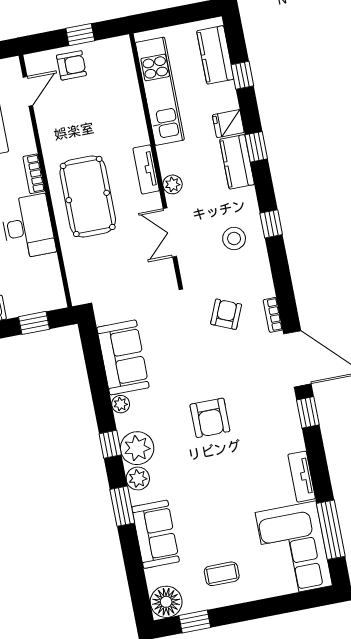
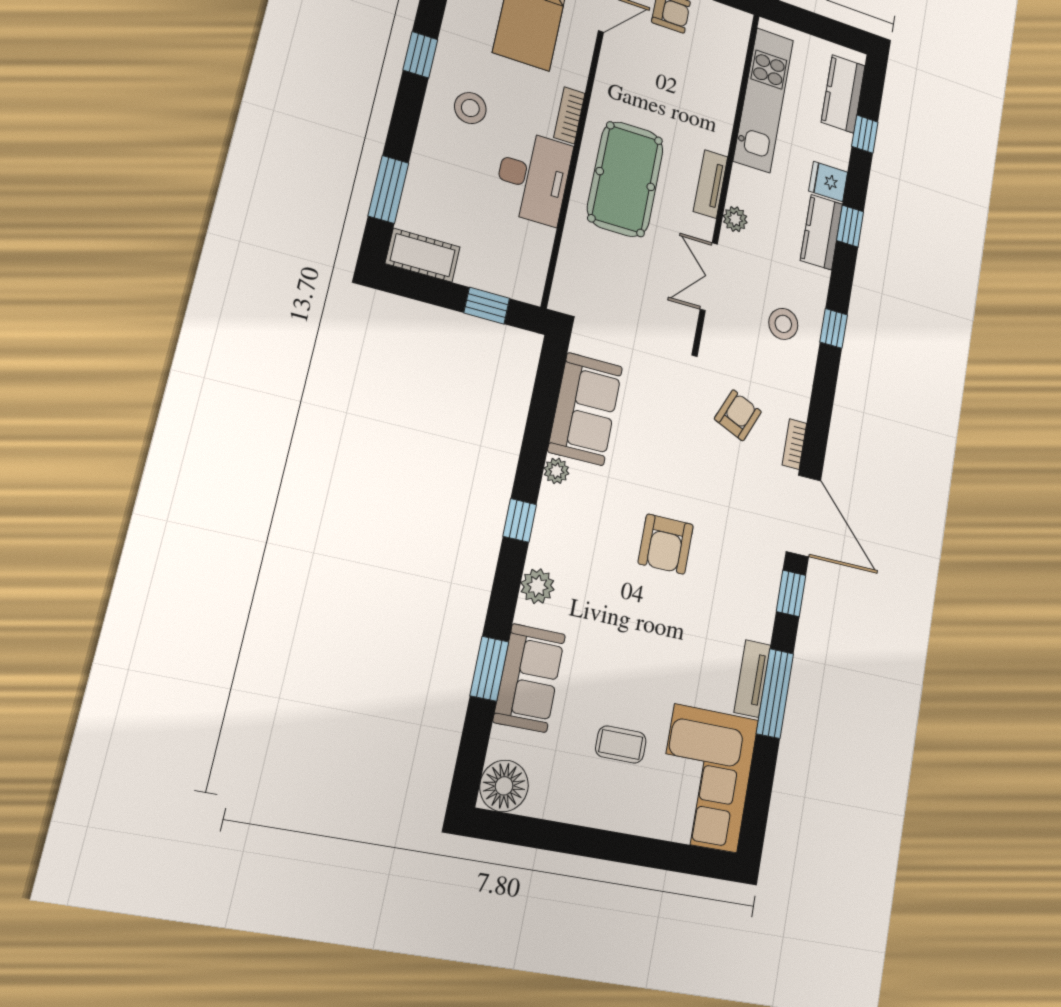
plant: (137, 448) -> (554, 542), removed
window: (122, 506) -> (489, 669), moved
window: (331, 530) -> (775, 694), moved
coffee table: (222, 574) -> (621, 745), moved
window: (195, 621) -> (532, 832), removed

